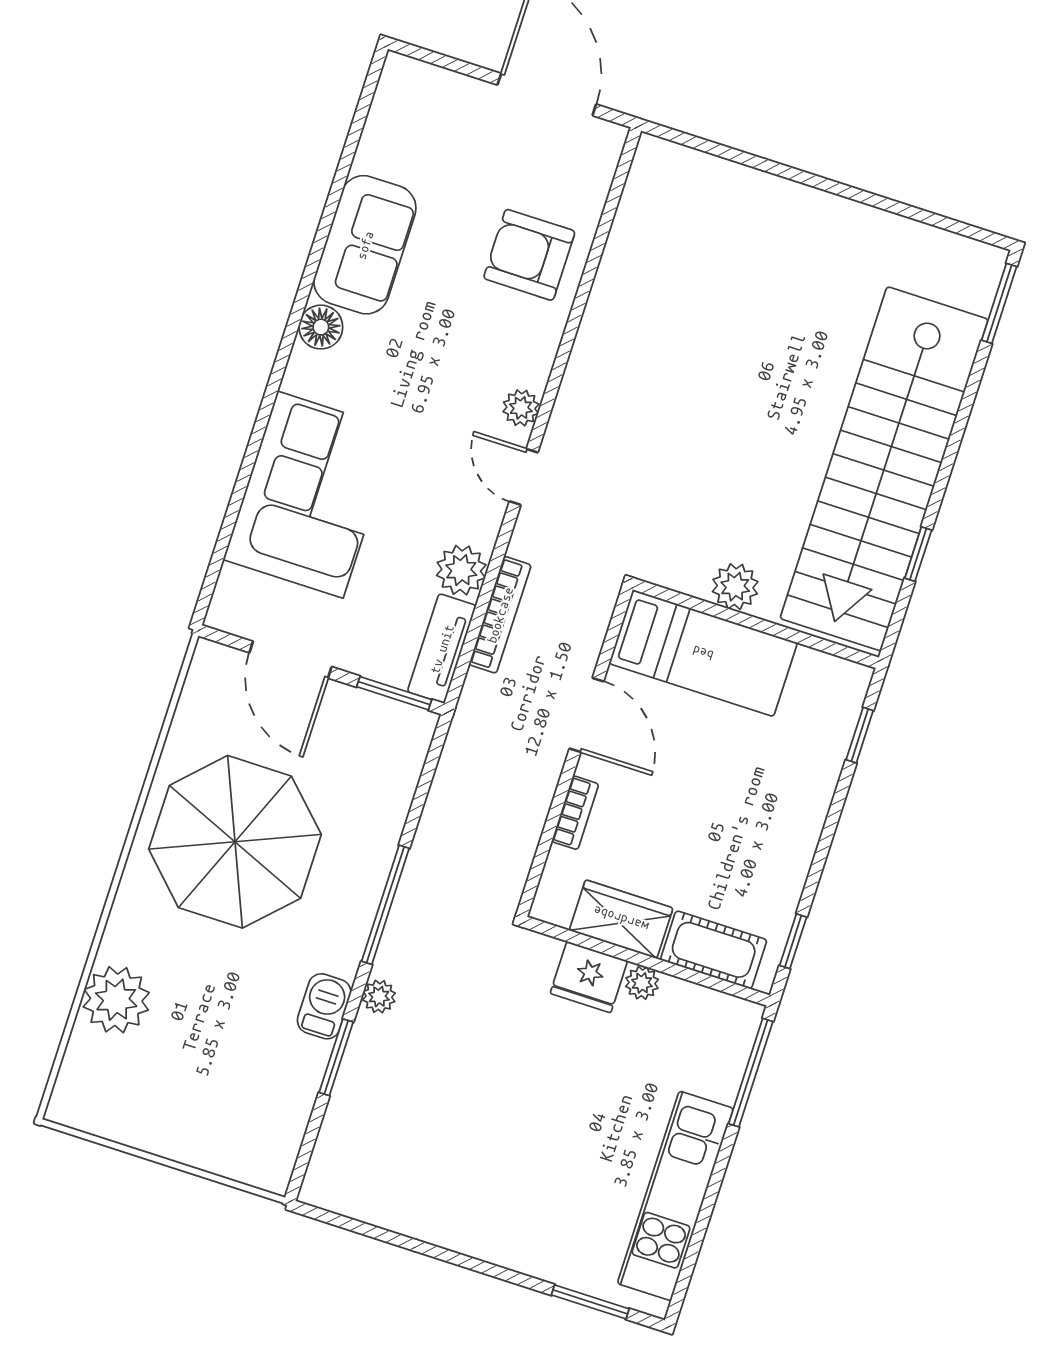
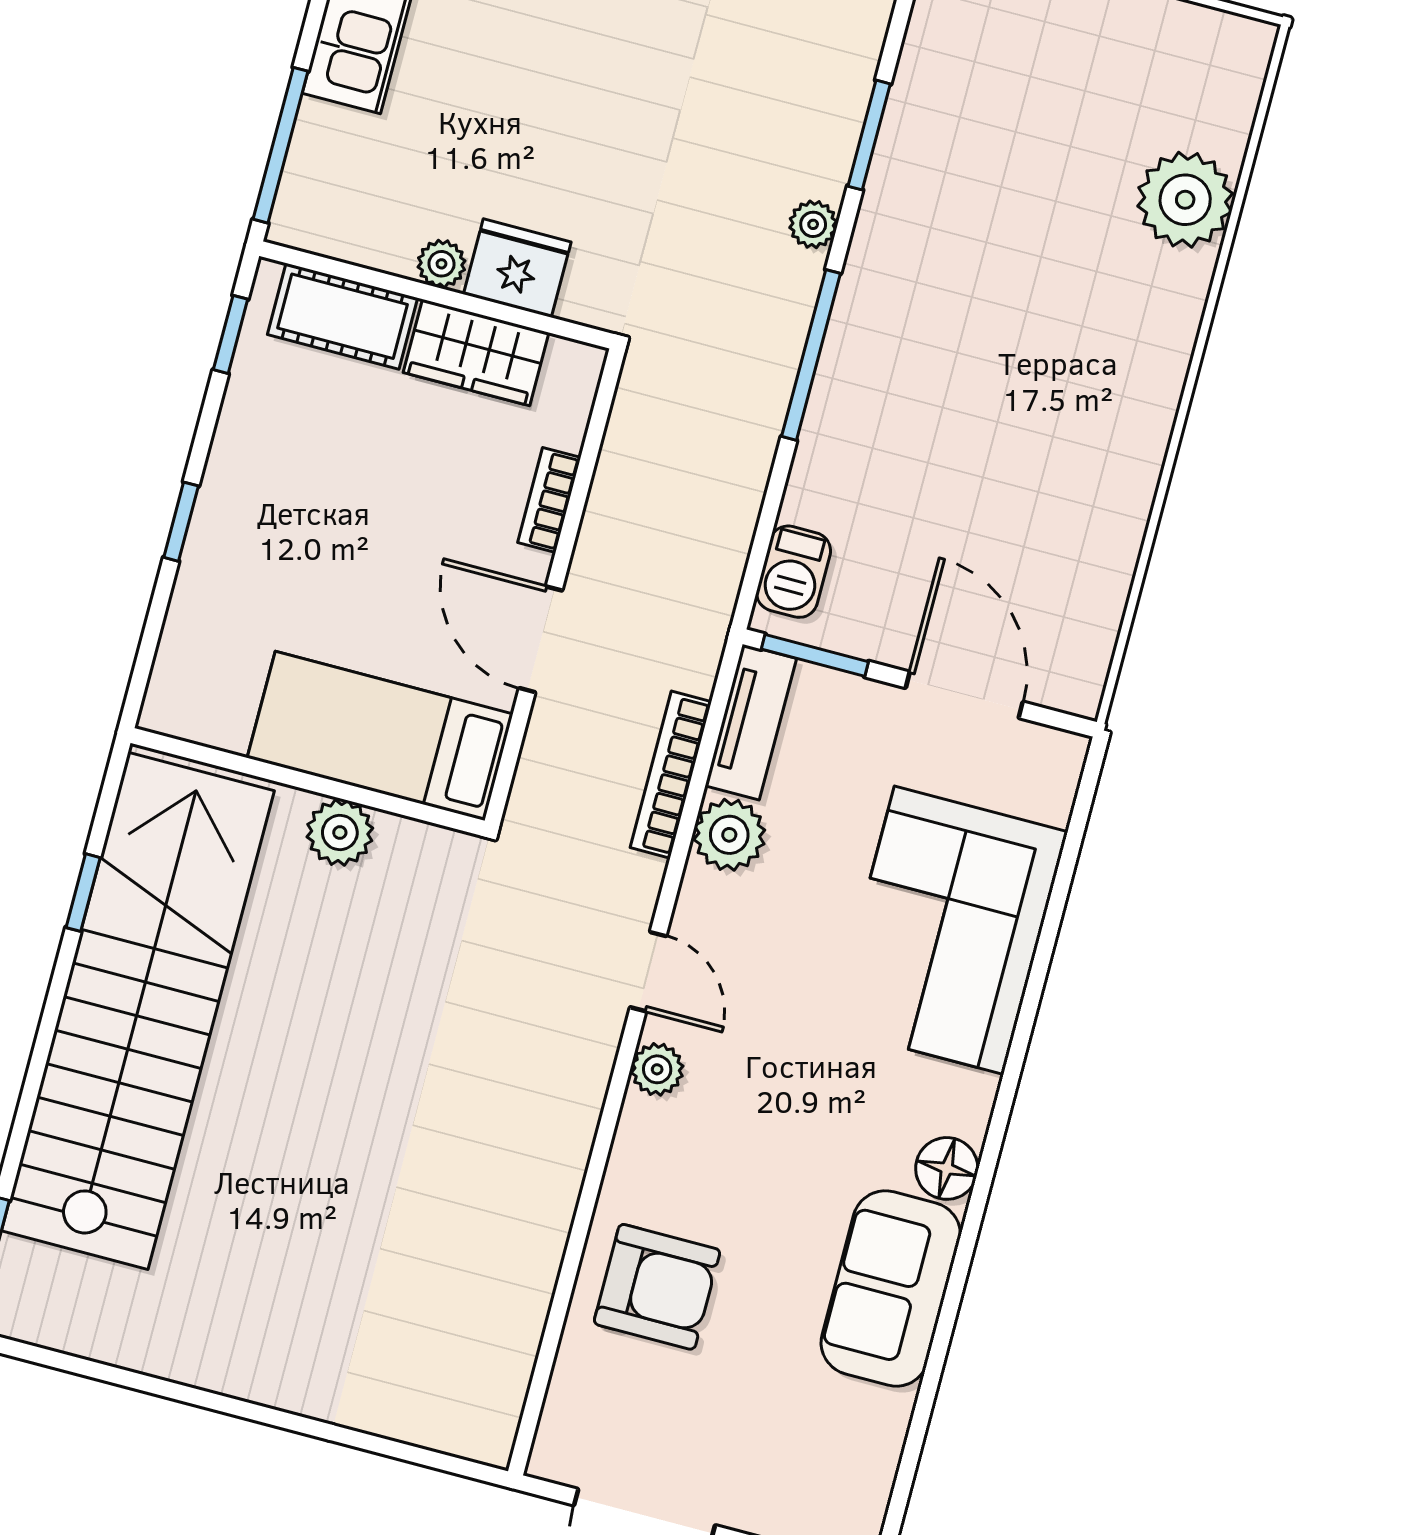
window: (860, 735) -> (181, 522), moved
parasol: (235, 842) -> (1029, 433), removed
barbecue: (324, 1006) -> (794, 572), moved

